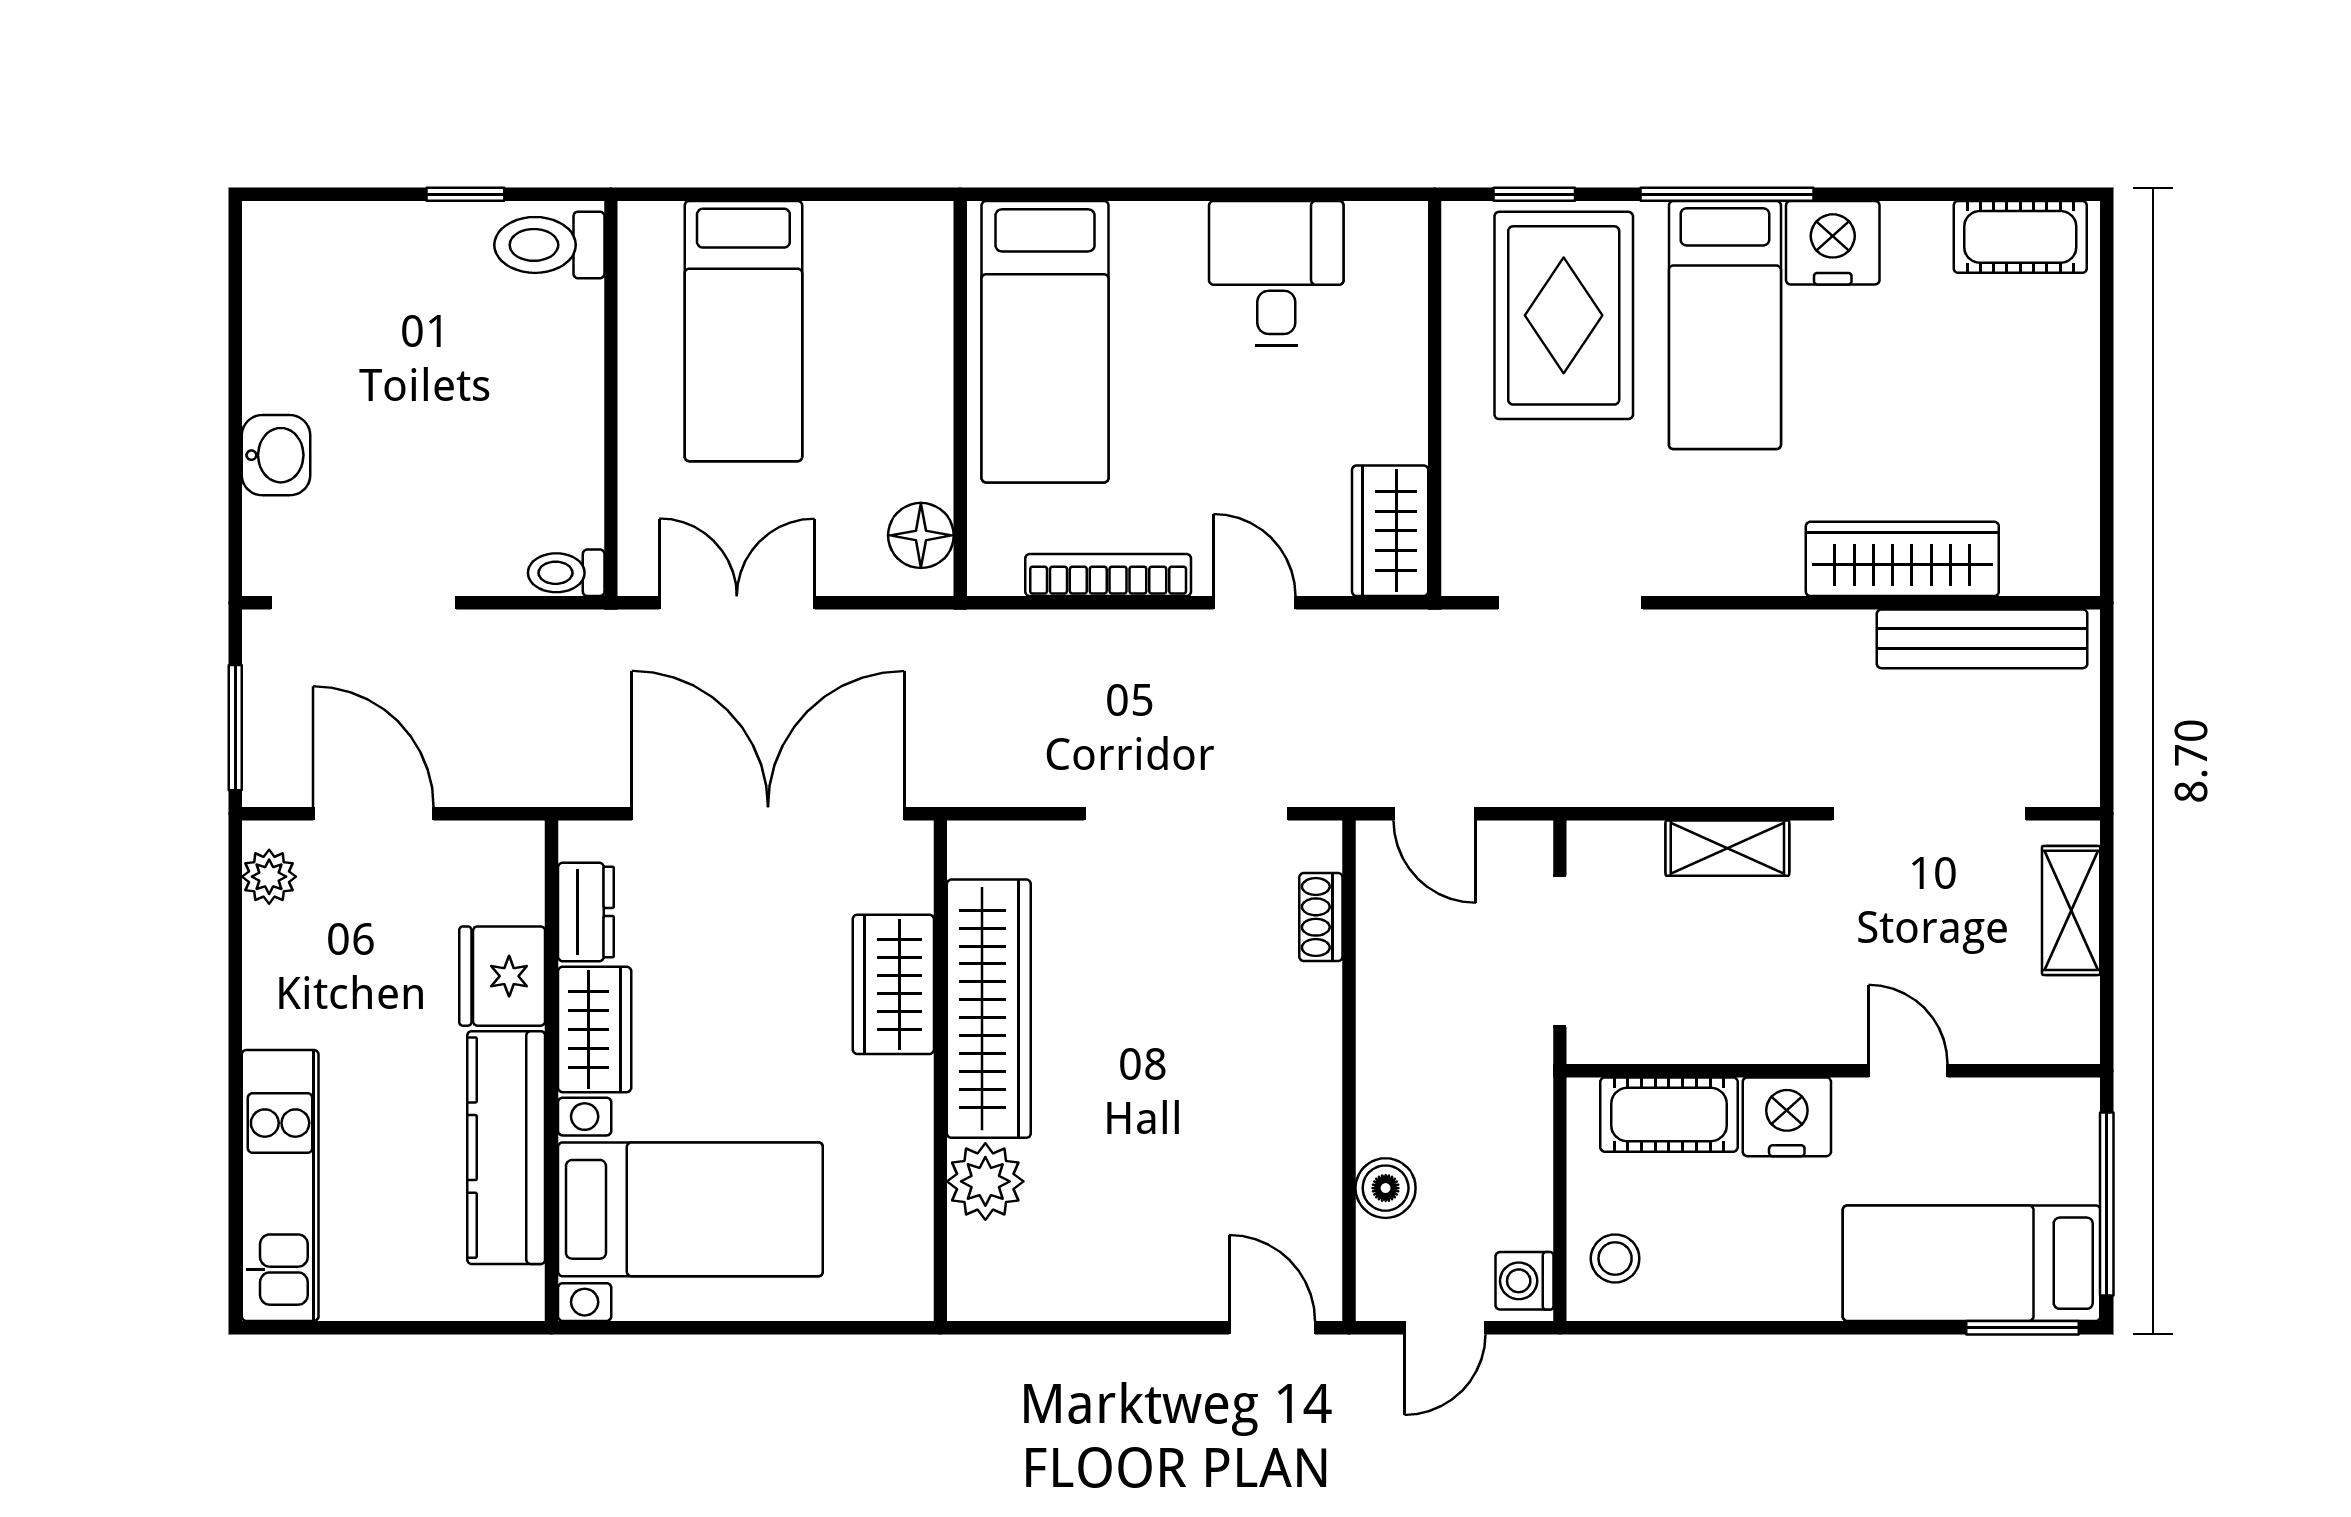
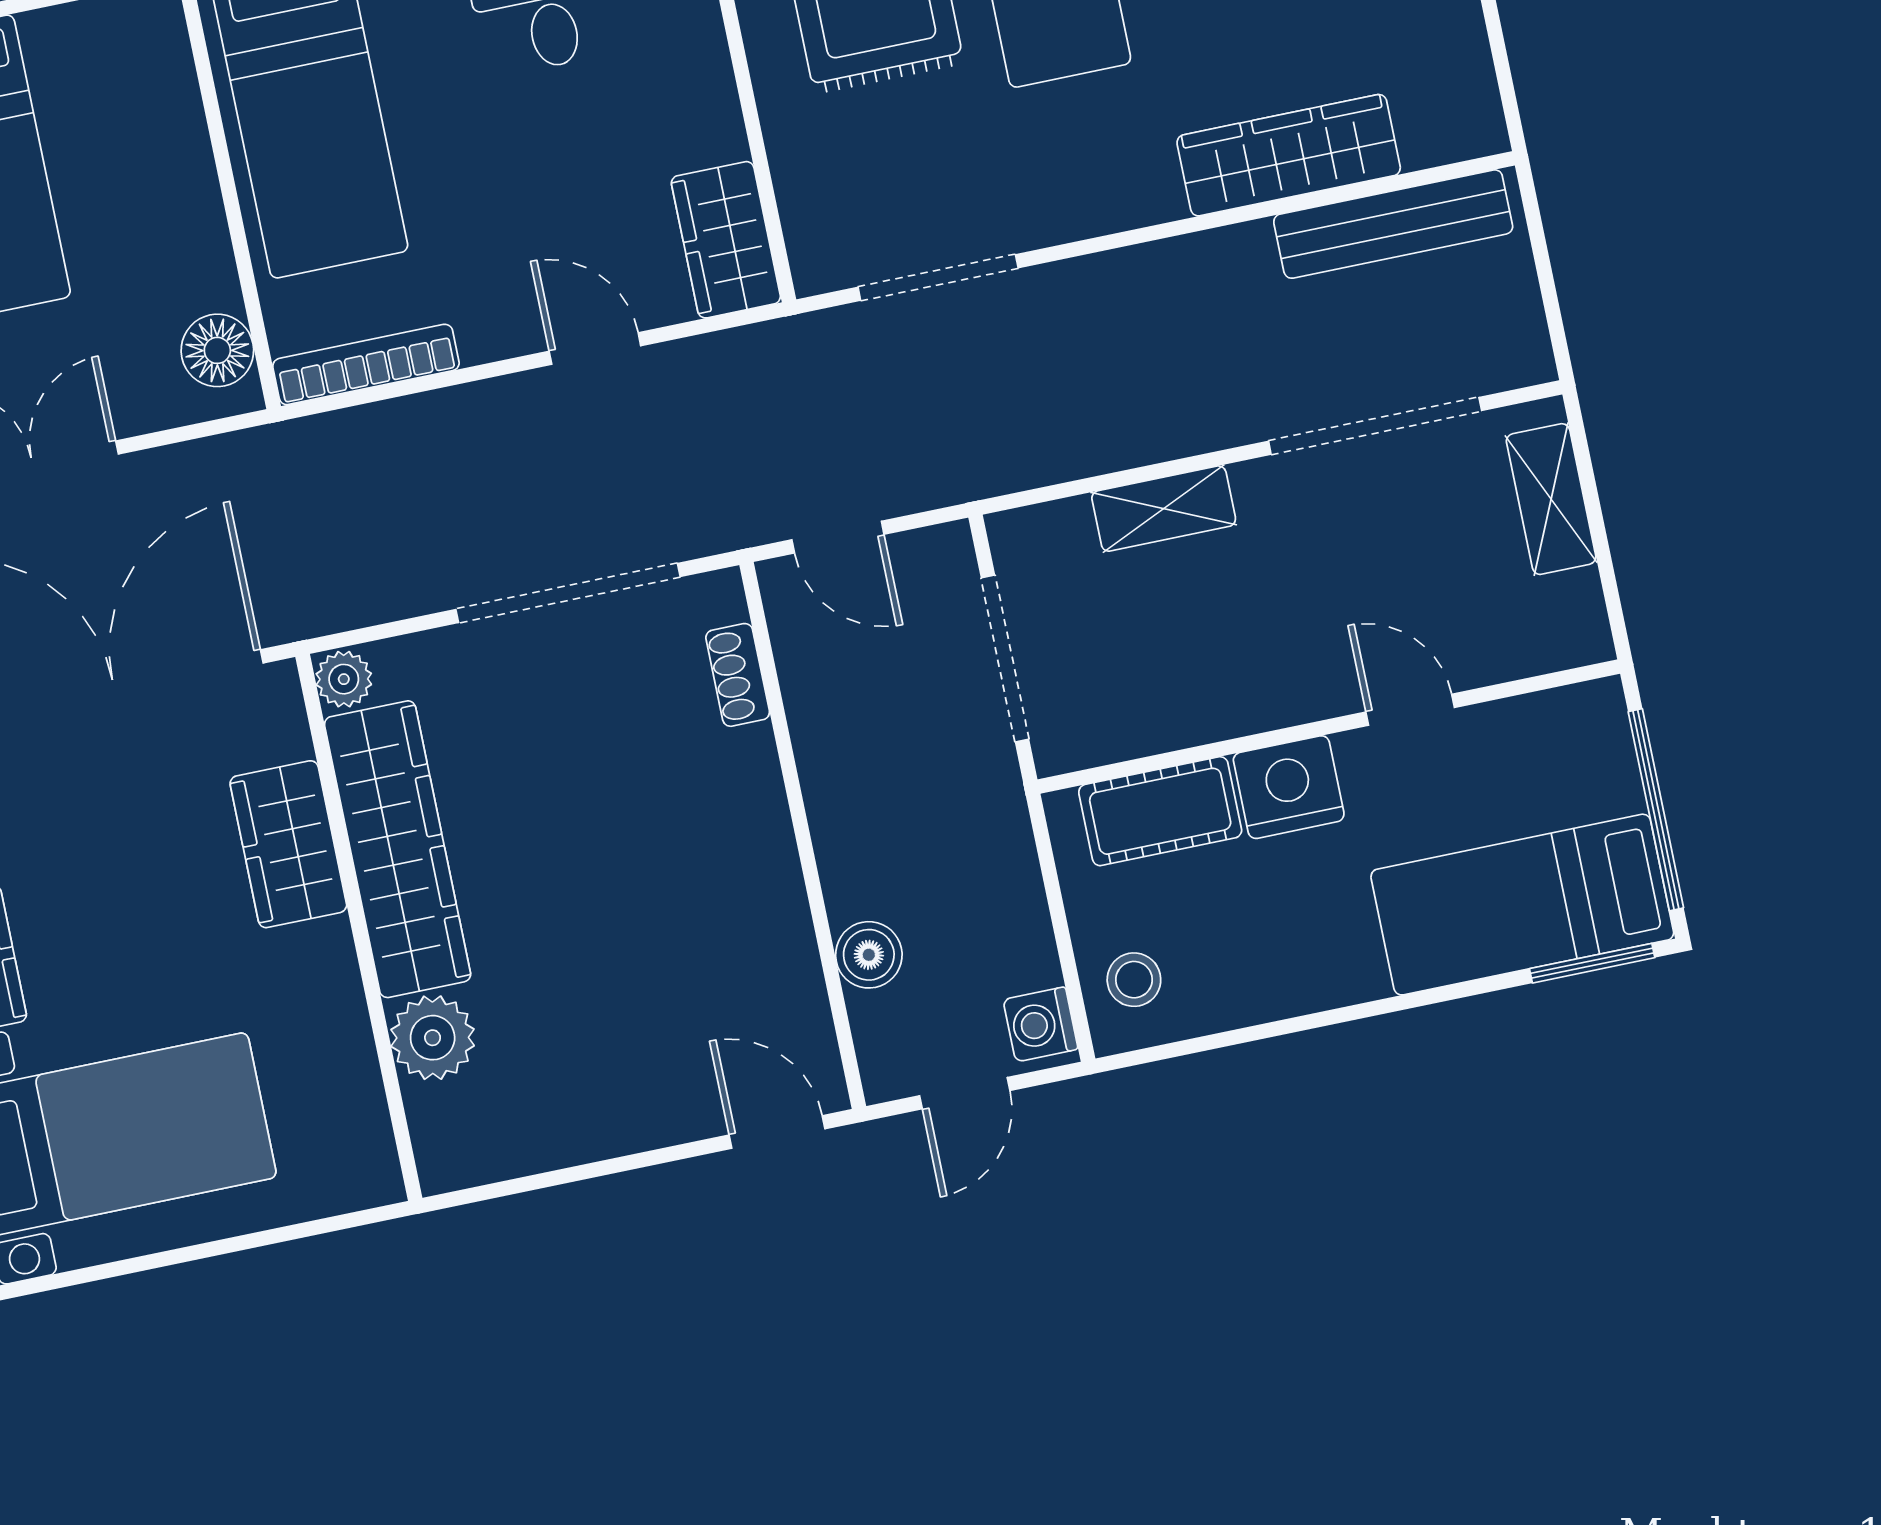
bookcase: (1108, 575) -> (366, 364), moved
plant: (972, 849) -> (344, 679), added

